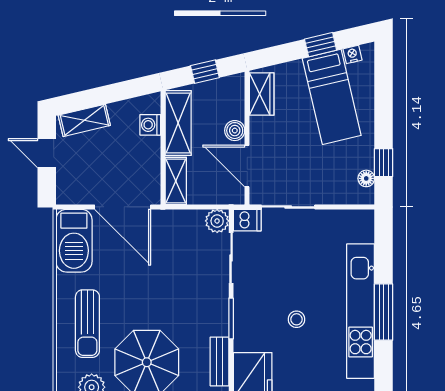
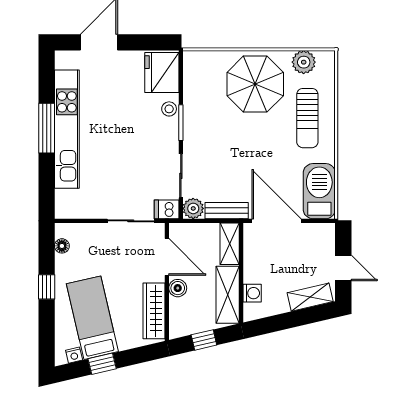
wardrobe: (262, 94) -> (154, 311), width x1.50
window: (384, 163) -> (47, 287), moved
stool: (296, 319) -> (169, 109), moved
sun lounger: (87, 324) -> (307, 118), turned 180
bench: (220, 361) -> (227, 211), moved, turned 90

